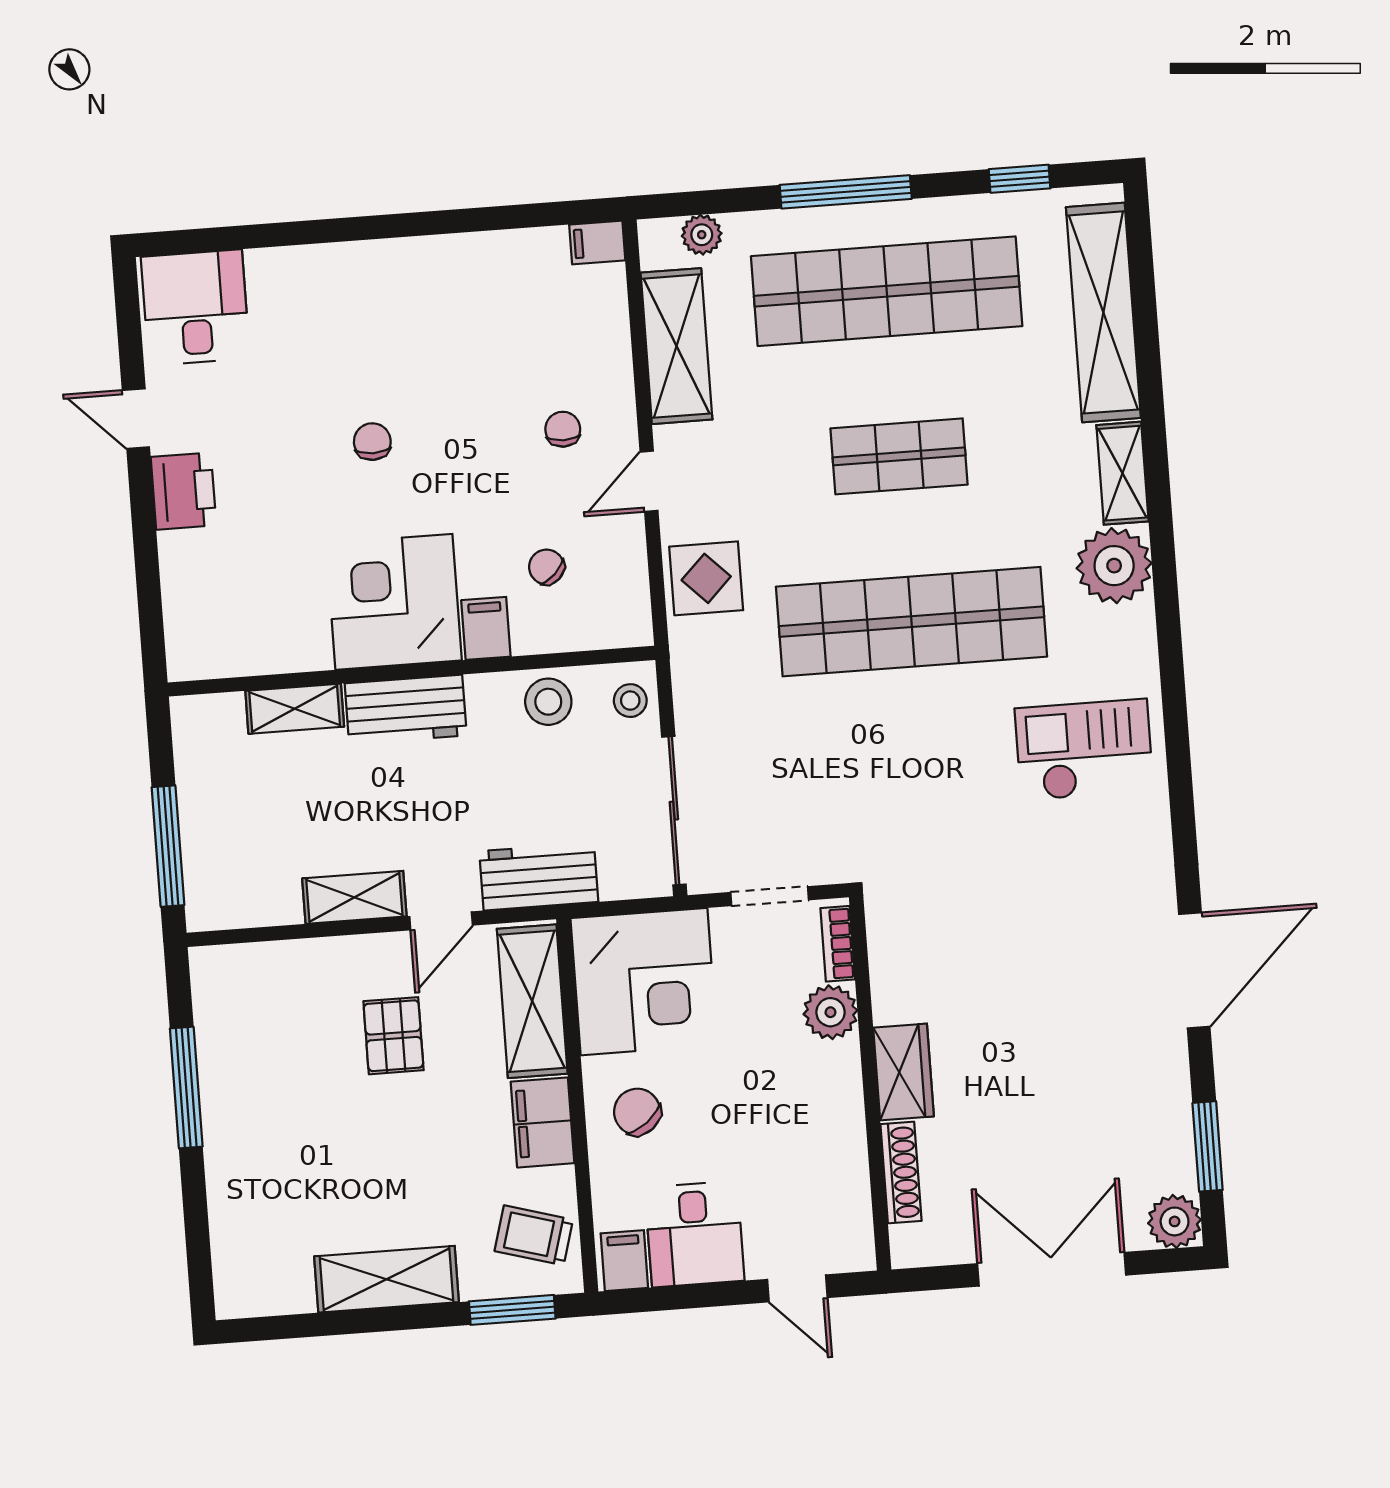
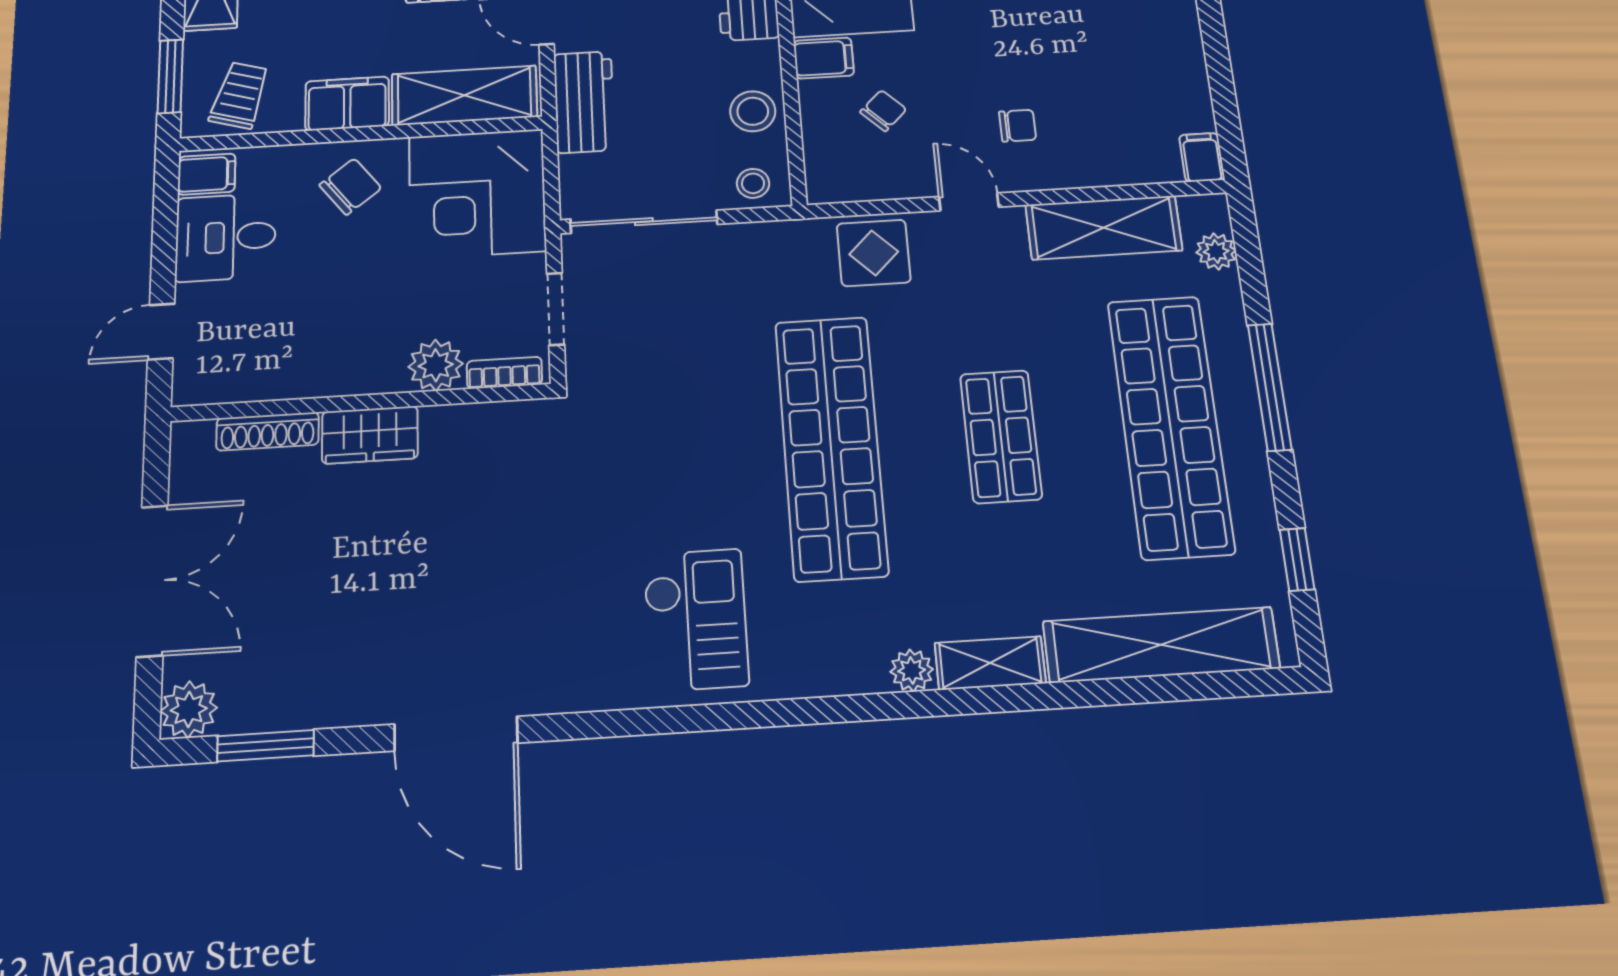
plant: (1114, 566) -> (912, 670), width x0.53, depth x0.53

